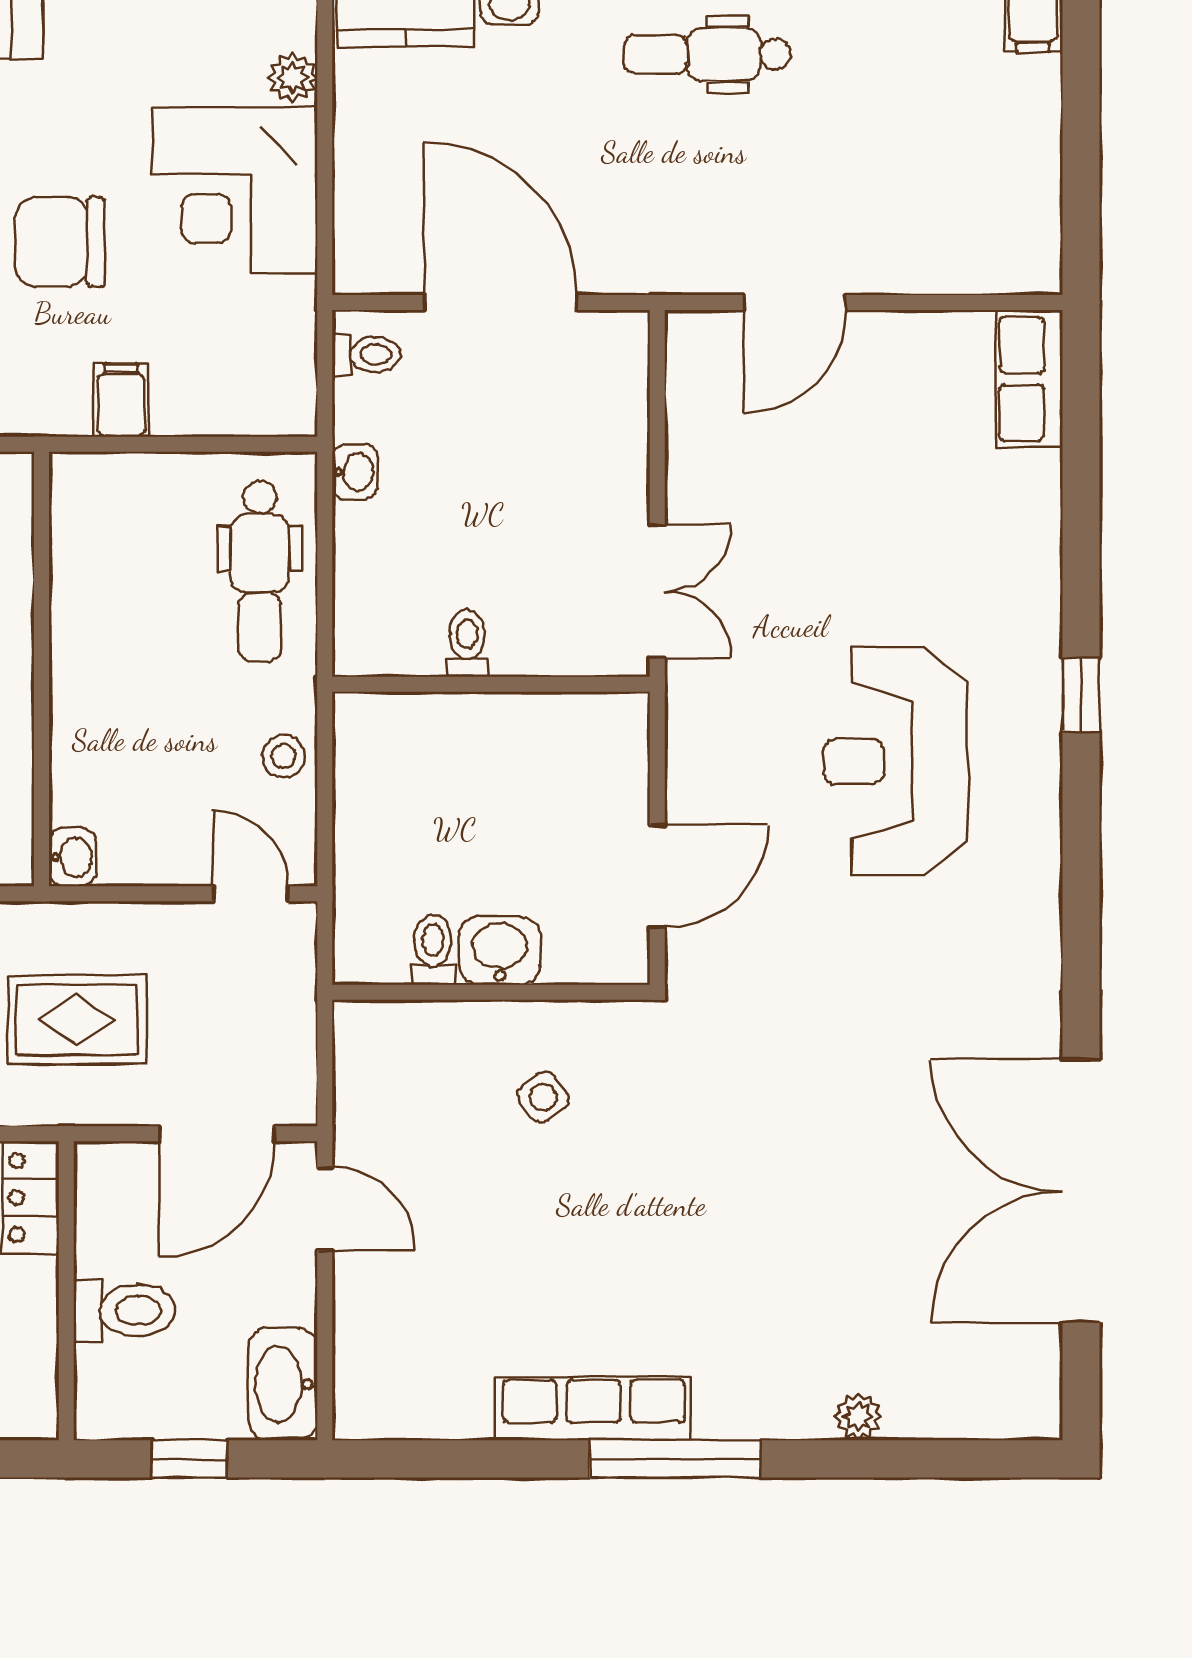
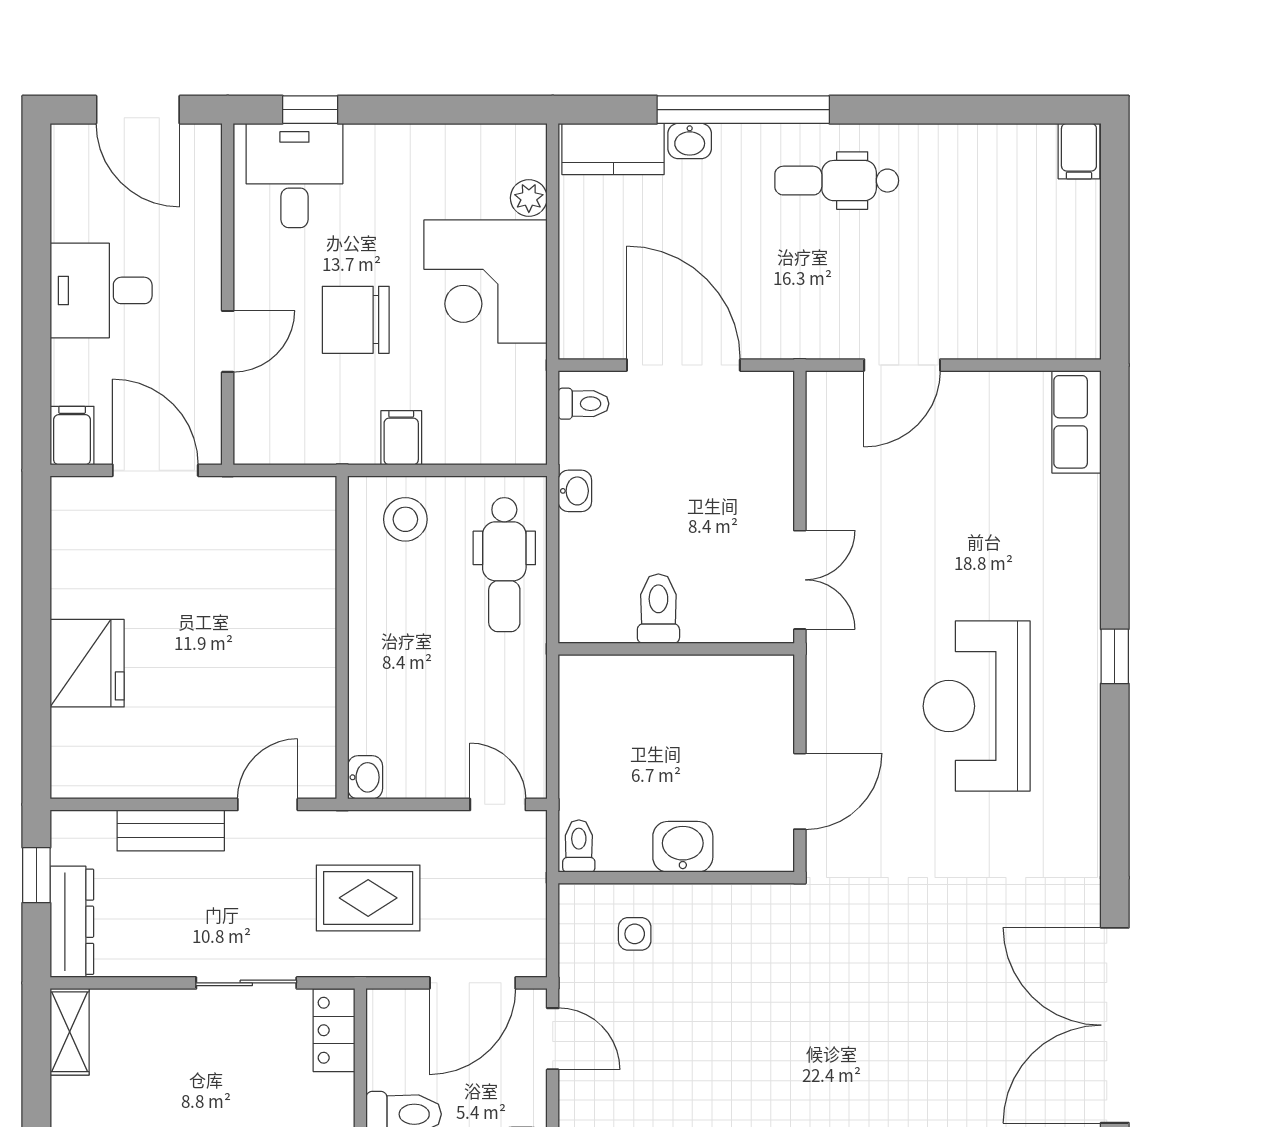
toilet: (467, 643) -> (658, 609), width x1.37, depth x1.39
stool: (283, 756) -> (405, 519), moved, width x1.37, depth x1.37
toilet: (433, 950) -> (579, 846), moved
side table: (543, 1097) -> (635, 934), moved, turned 37

